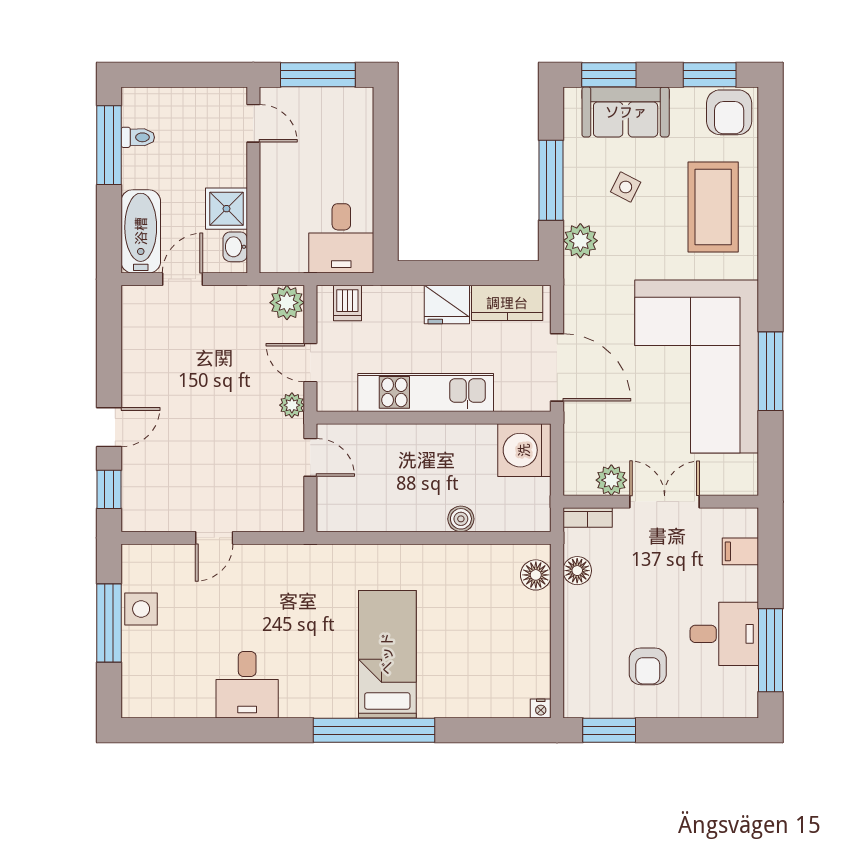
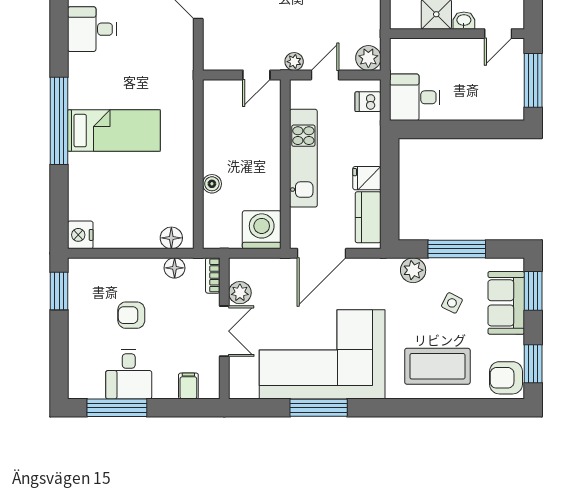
washbasin: (235, 247) -> (464, 21), moved
fridge: (447, 305) -> (367, 178), width x0.72
armchair: (648, 666) -> (131, 315), moved
nightstand: (541, 709) -> (80, 235), width x1.89, depth x1.79

